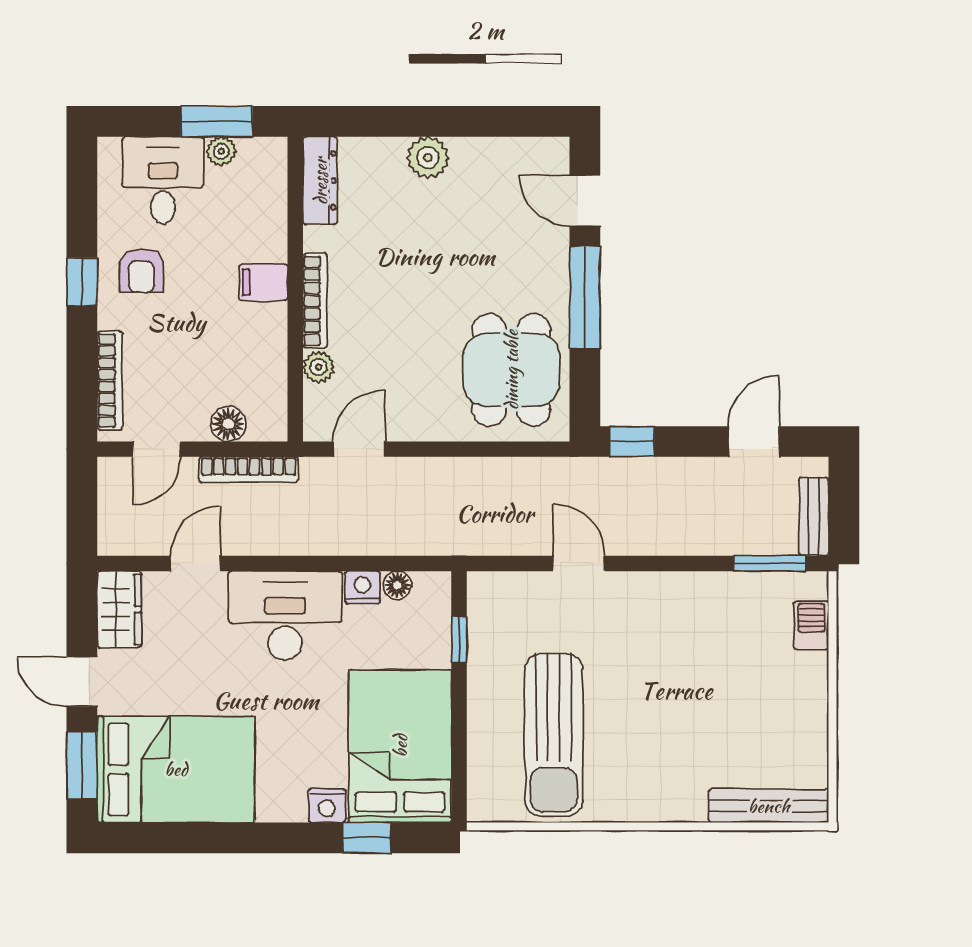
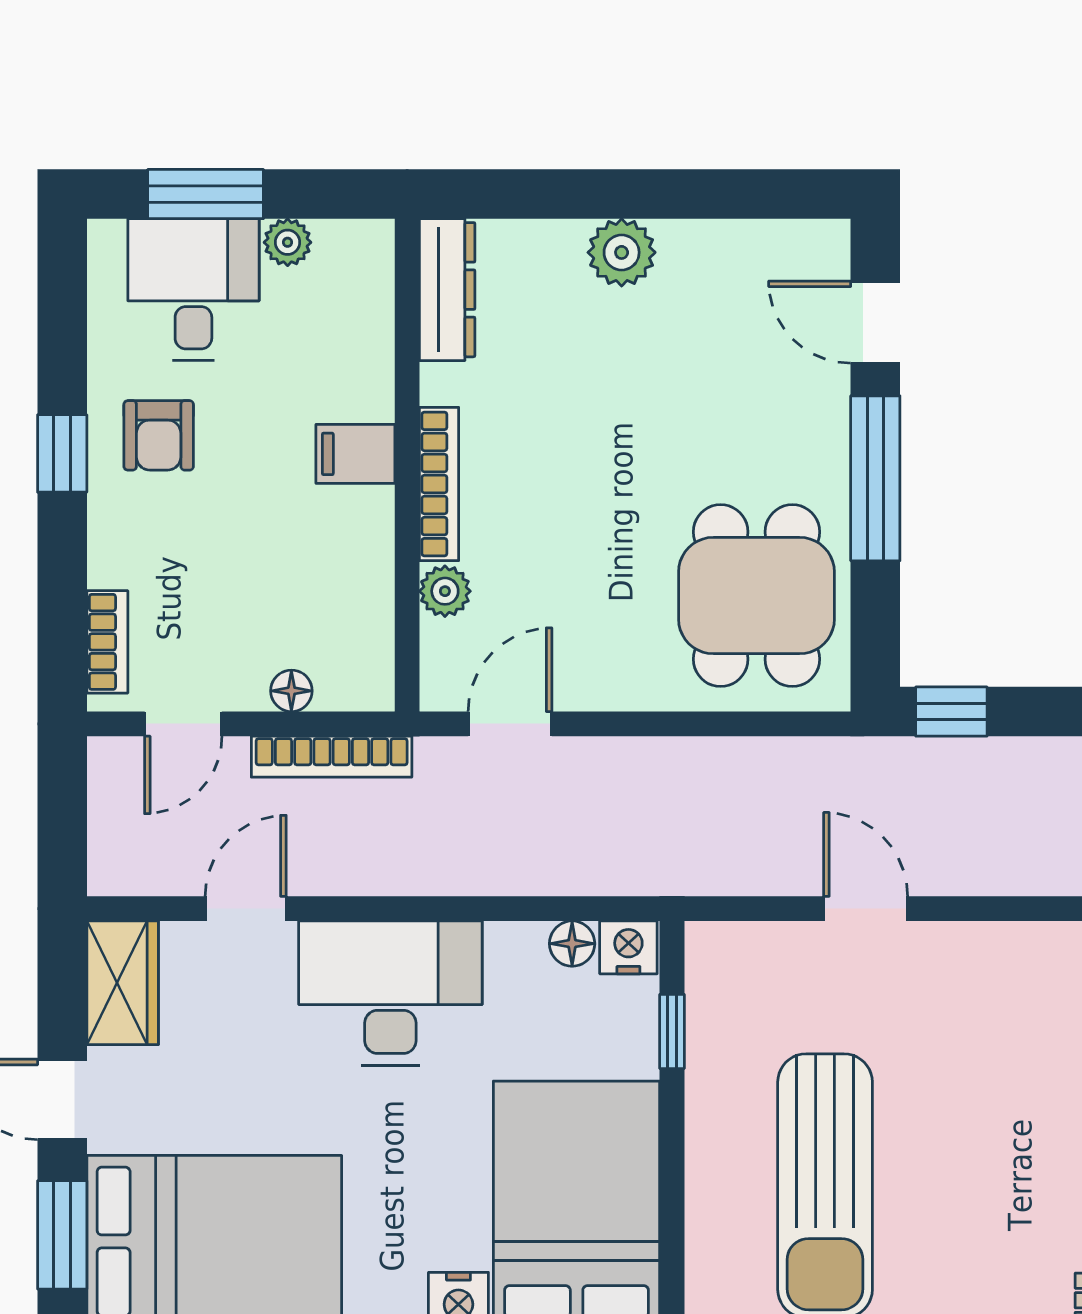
window: (217, 121) -> (206, 194), moved
bookcase: (110, 381) -> (107, 642), width x0.64
floor lamp: (228, 424) -> (291, 691), width x0.73, depth x0.73
nightstand: (362, 587) -> (628, 947), moved

